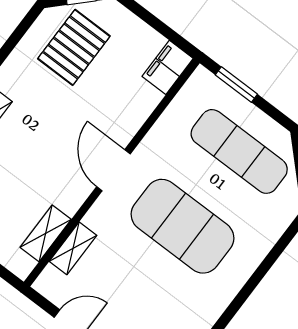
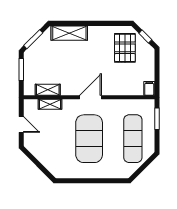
pallet: (74, 47) -> (125, 48), turned 90
filing cabinet: (168, 67) -> (149, 88), width x0.50

